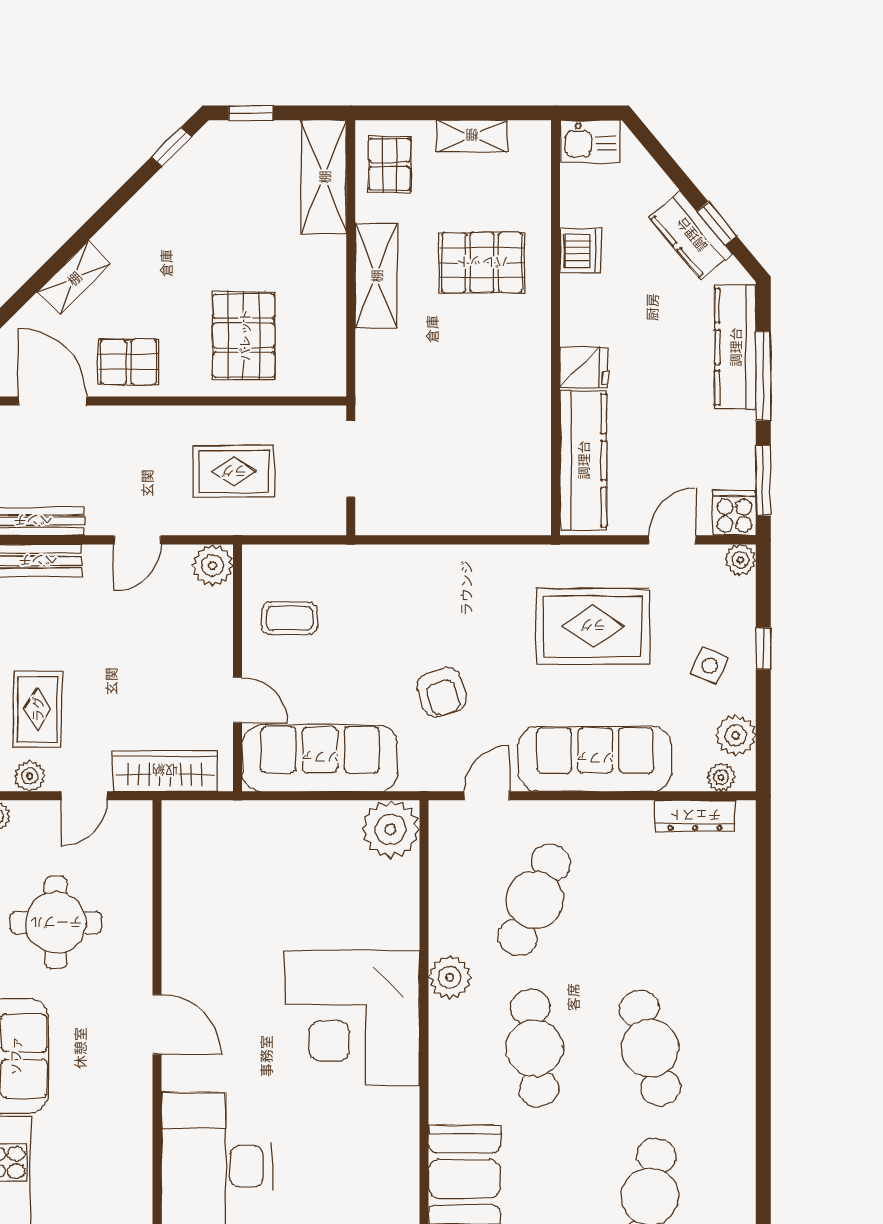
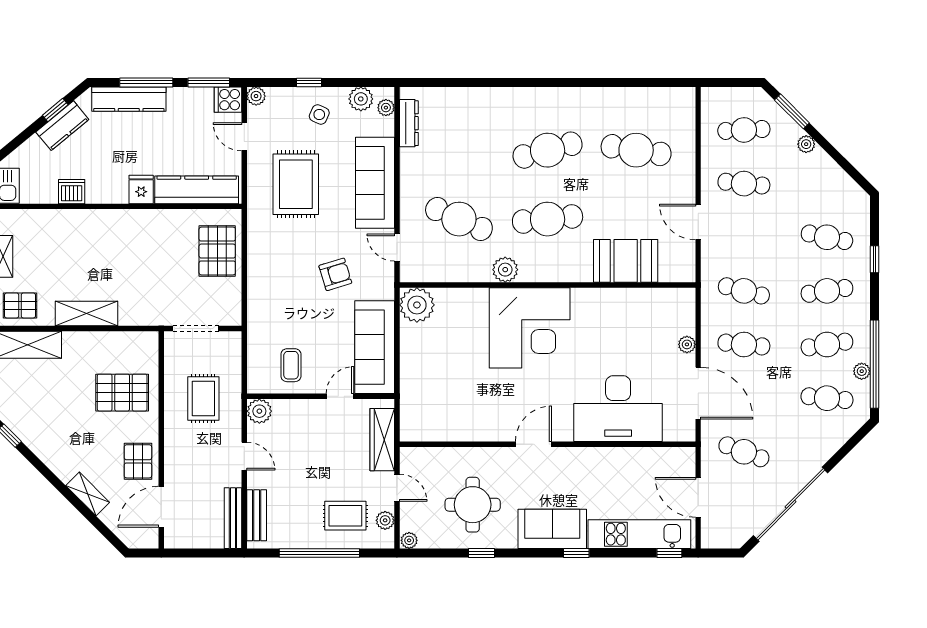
pallet: (482, 263) -> (217, 251), moved

